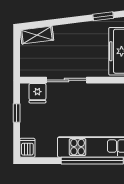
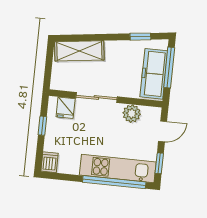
shelving: (37, 35) -> (79, 51), width x1.50, depth x1.33
plant: (102, 92) -> (132, 114), added

